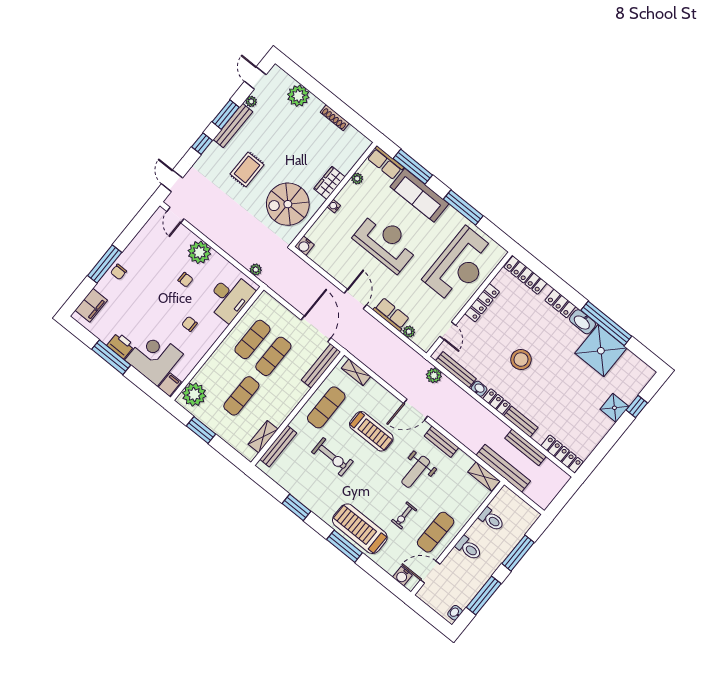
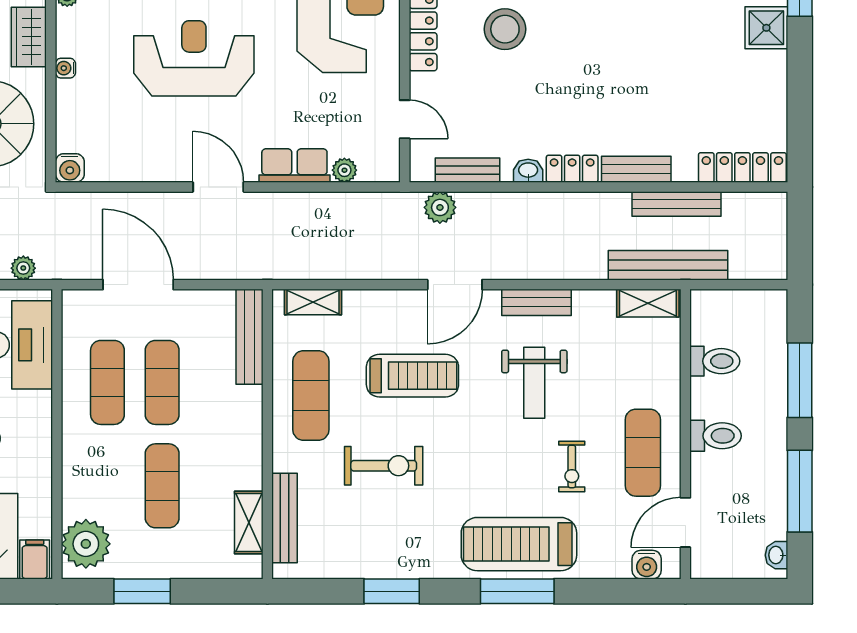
door: (316, 329) -> (138, 285), moved
stool: (521, 360) -> (505, 29), moved
bench: (456, 370) -> (468, 170), width x0.73

